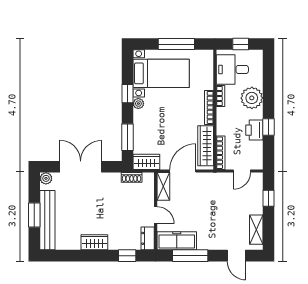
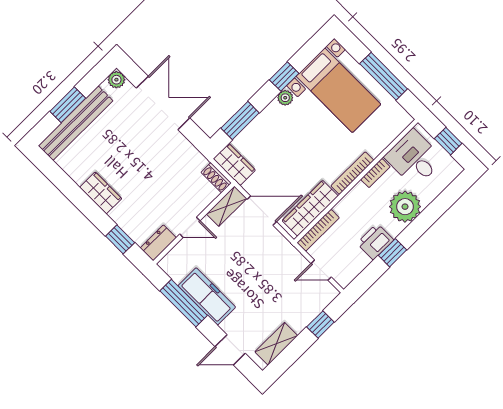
shoe rack: (132, 177) -> (216, 178), moved
door: (156, 215) -> (190, 227), hinge flipped
freezer: (177, 241) -> (207, 296), moved
door: (236, 256) -> (230, 350), hinge flipped

